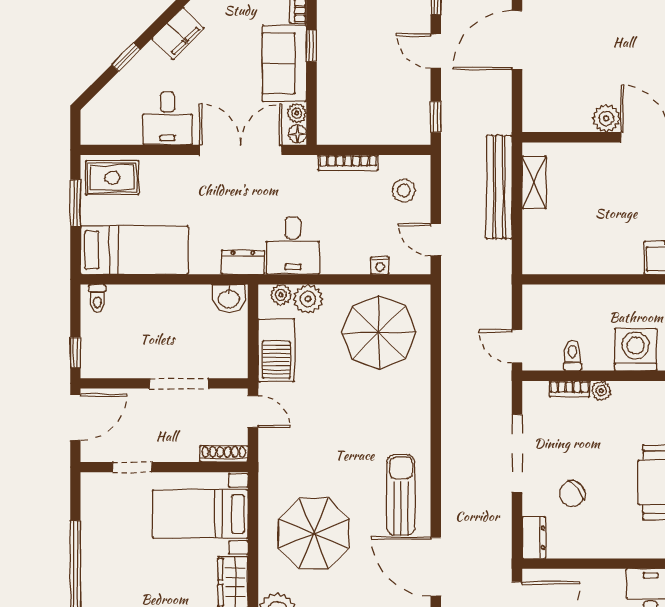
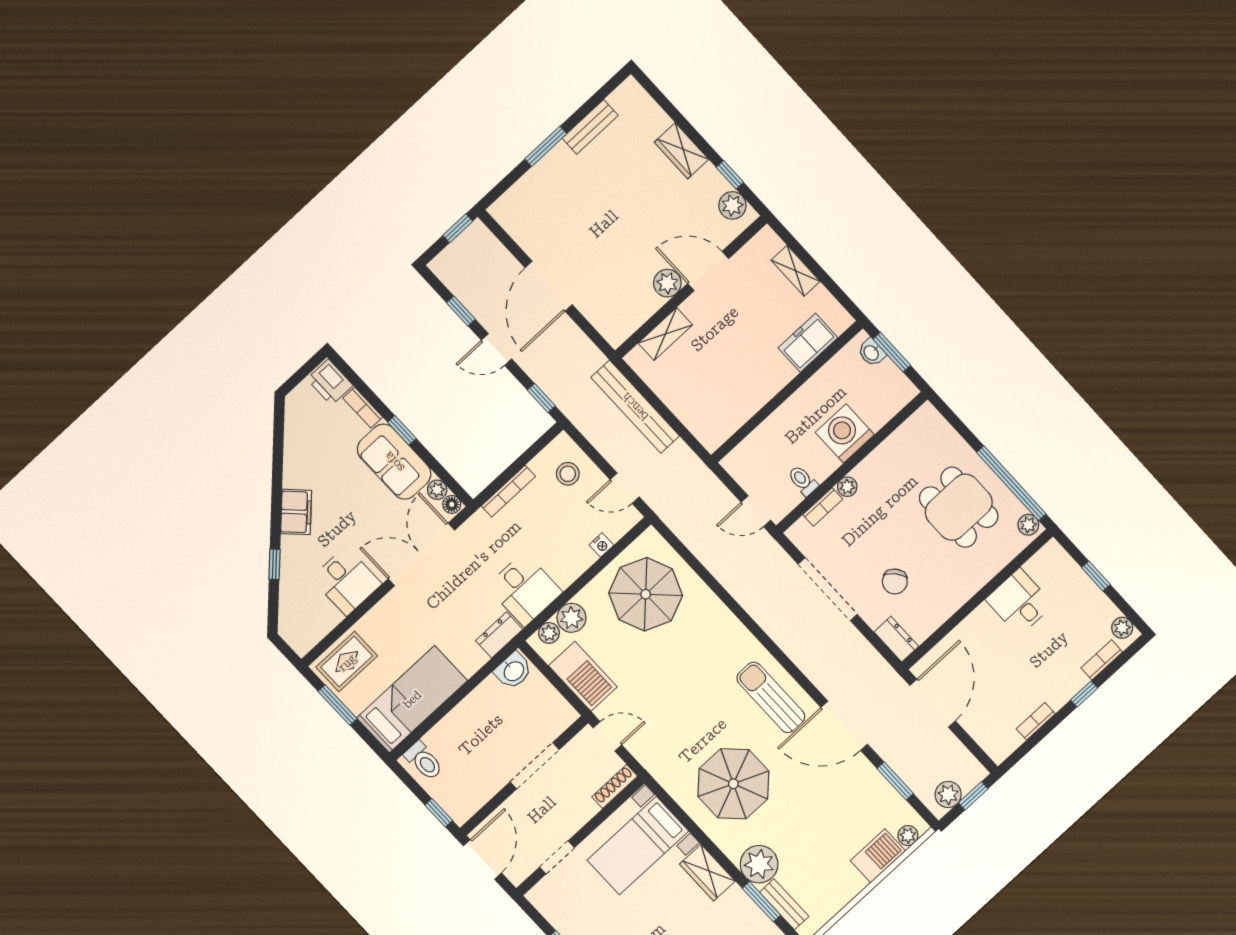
shelving: (534, 182) -> (665, 334), moved, turned 90
toilet: (97, 298) -> (424, 761), width x1.37, depth x1.39

